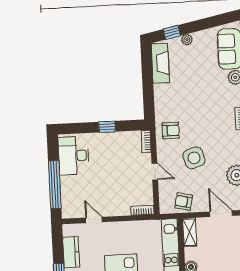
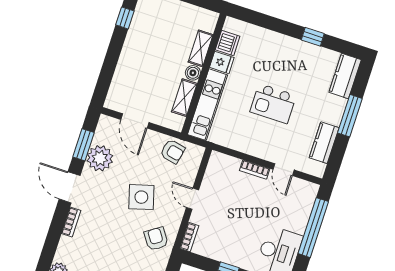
armchair: (171, 130) -> (156, 239), turned 56
bookcase: (142, 210) -> (255, 170), moved
shelving: (190, 232) -> (184, 98), moved

